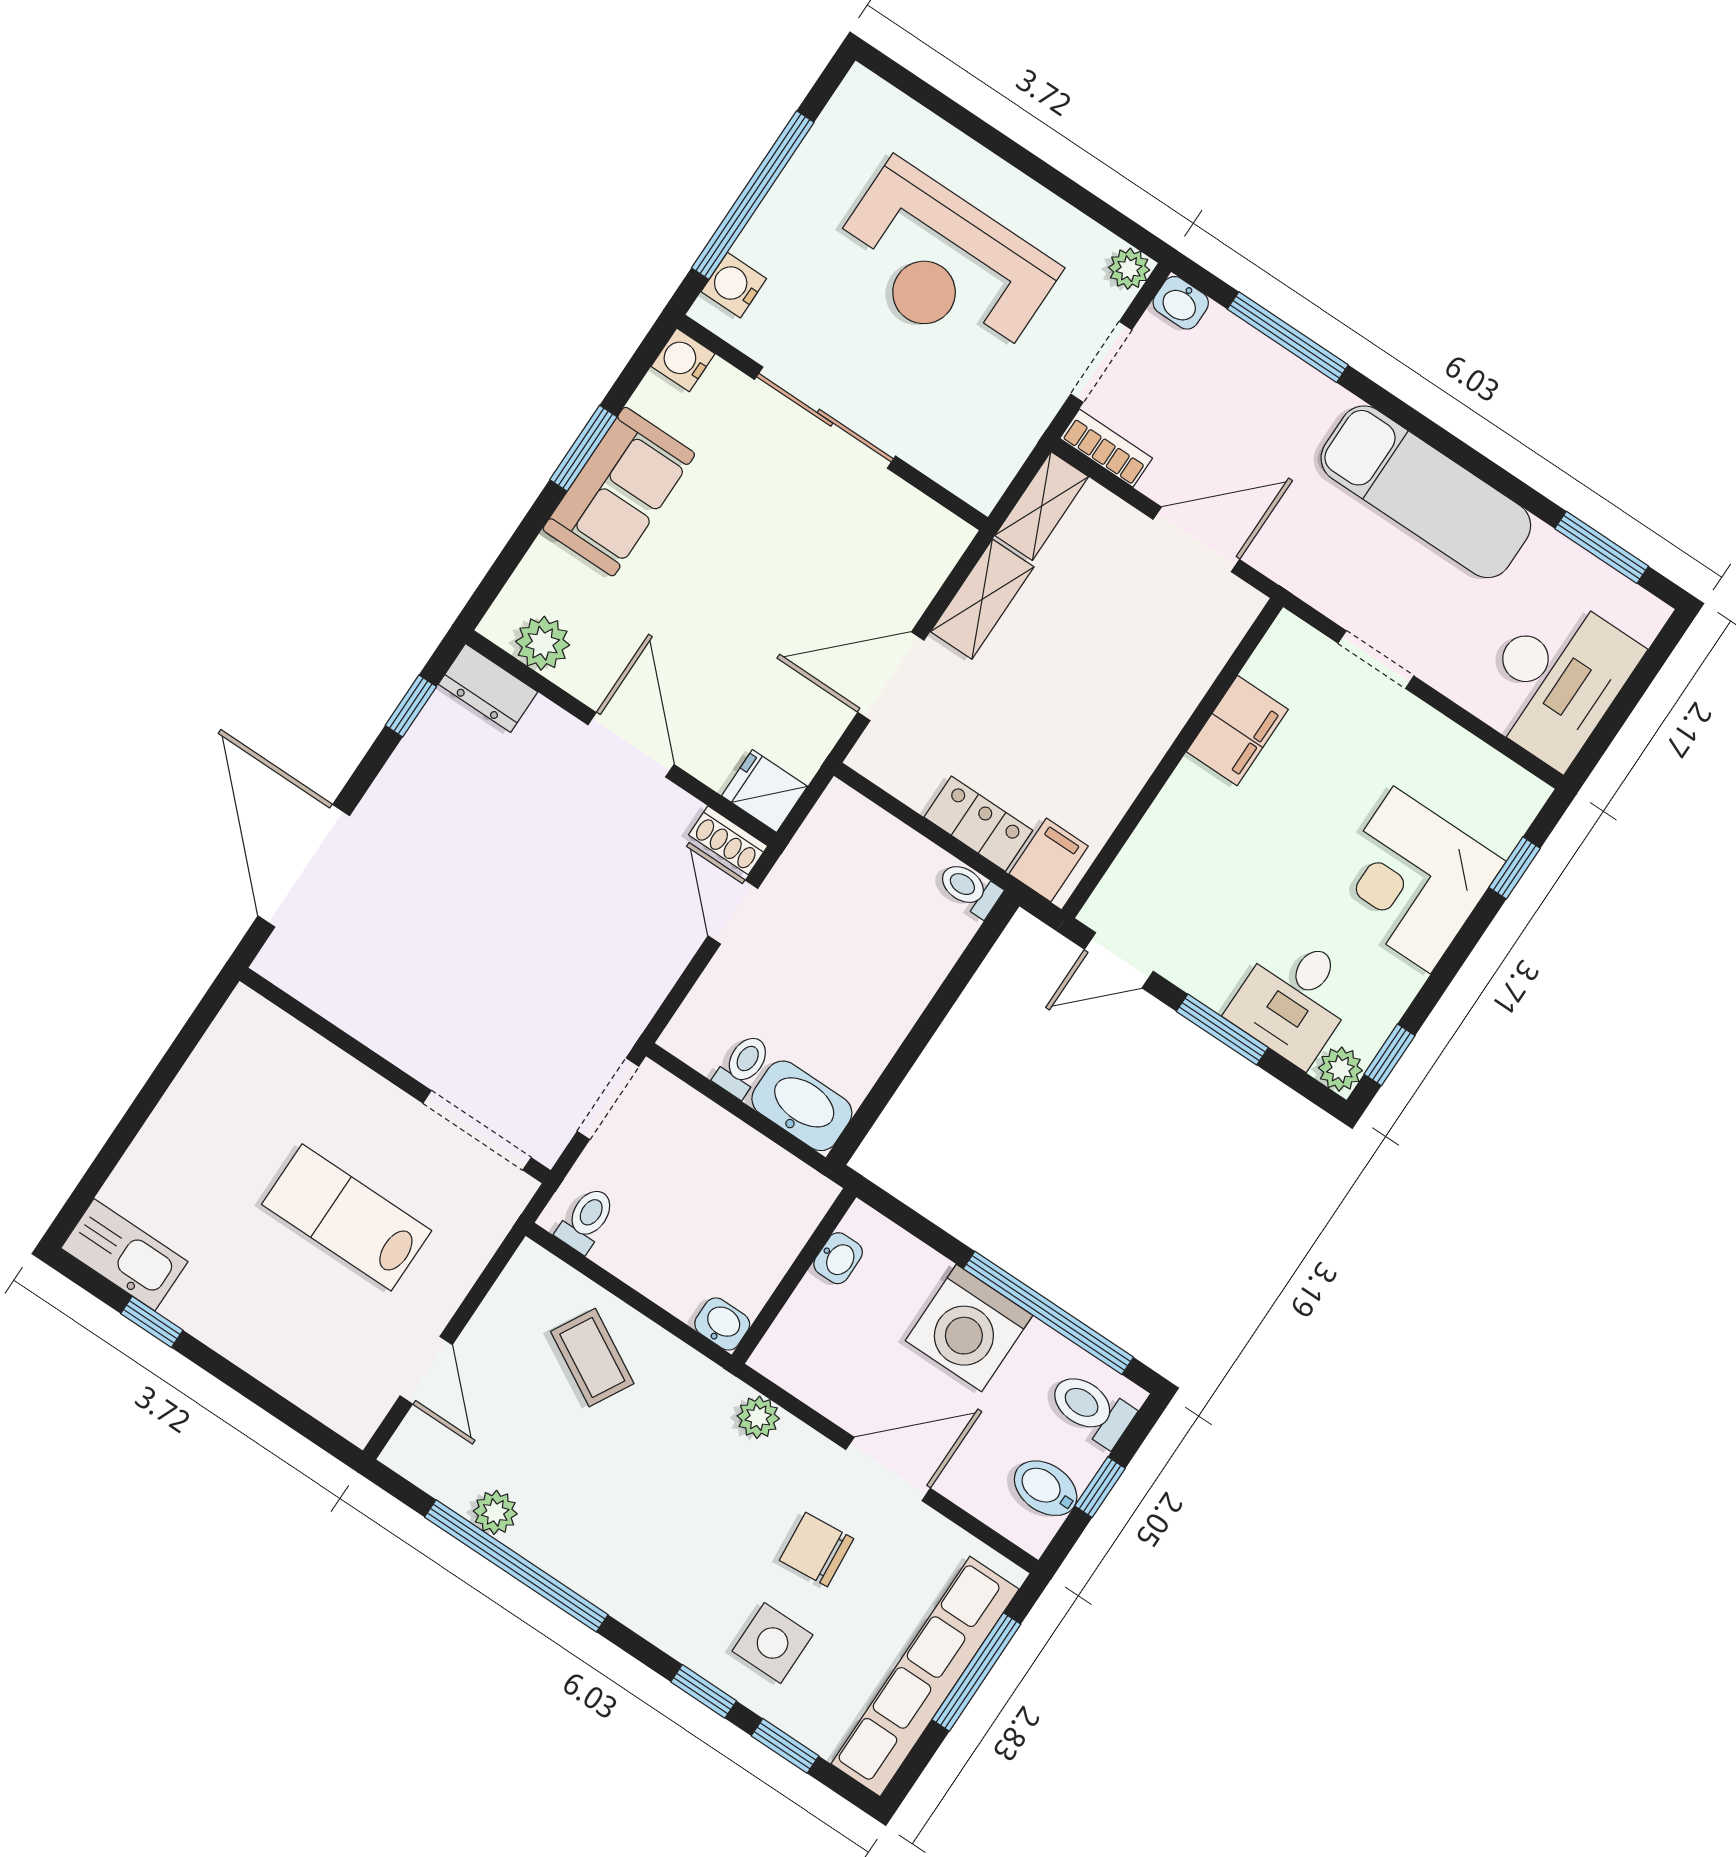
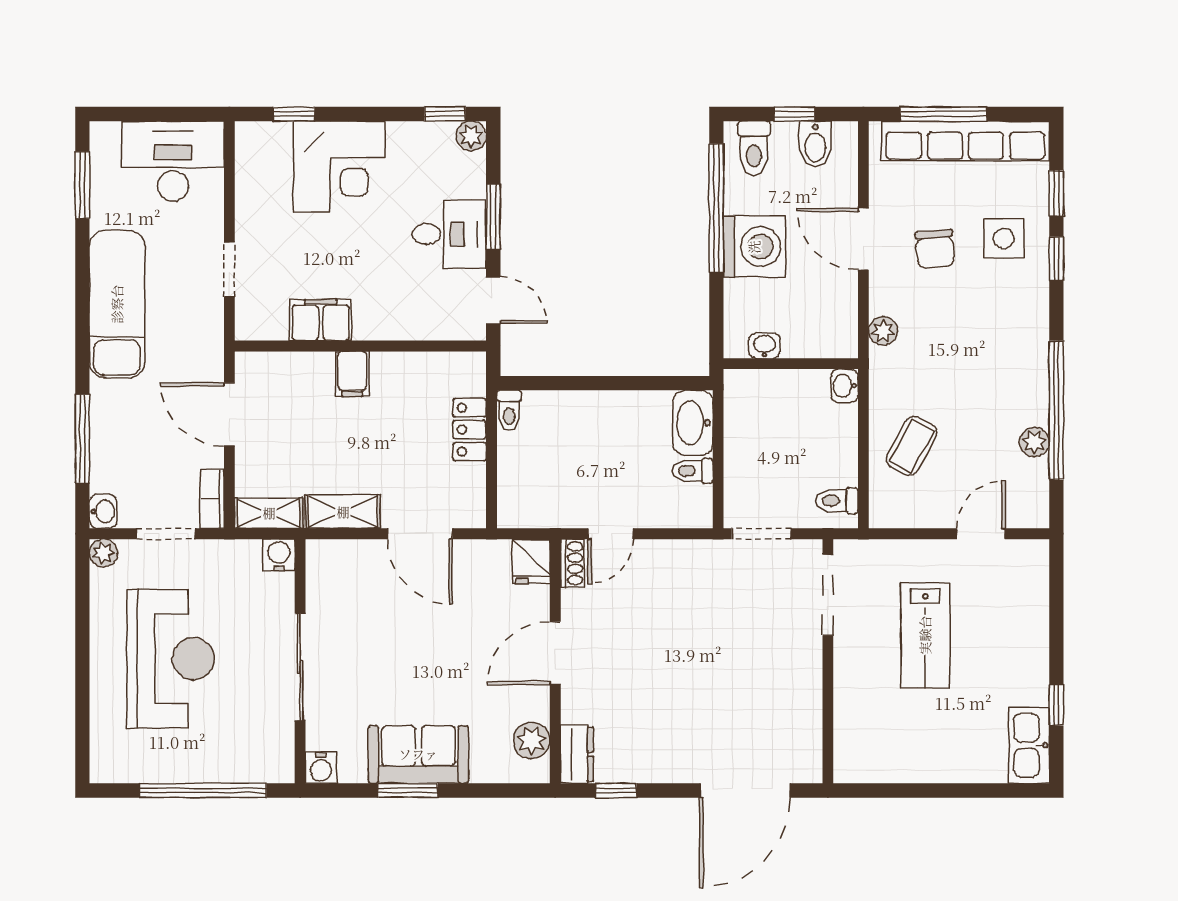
water cooler: (734, 285) -> (279, 555), moved, turned 180
filing cabinet: (1049, 860) -> (352, 374), moved, turned -90
desk: (1294, 999) -> (449, 234), moved

